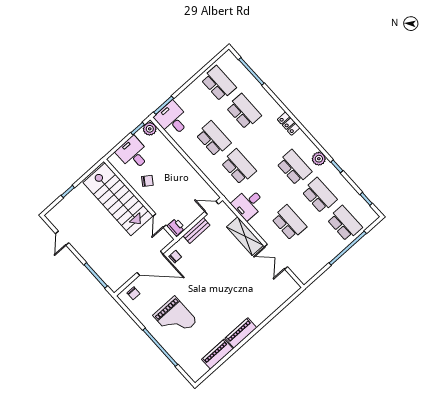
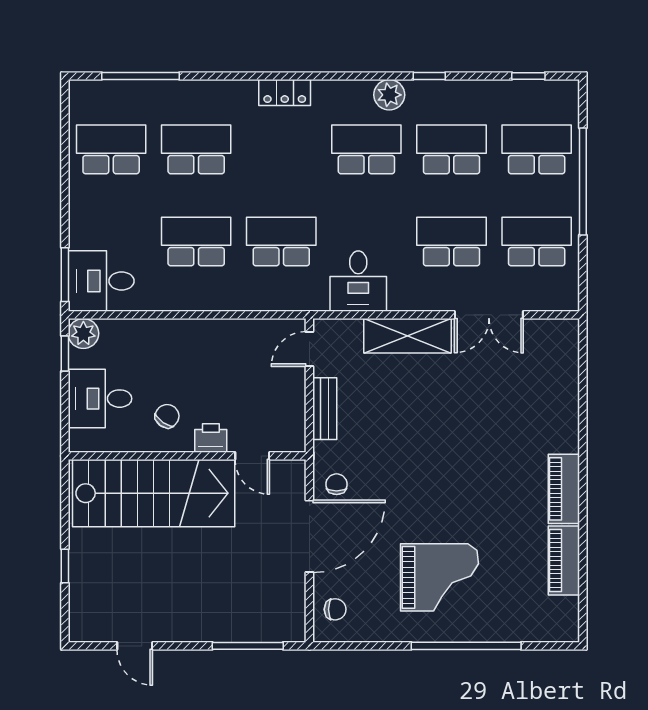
printer: (176, 227) -> (211, 438), moved
school desk: (314, 251) -> (537, 242), added

